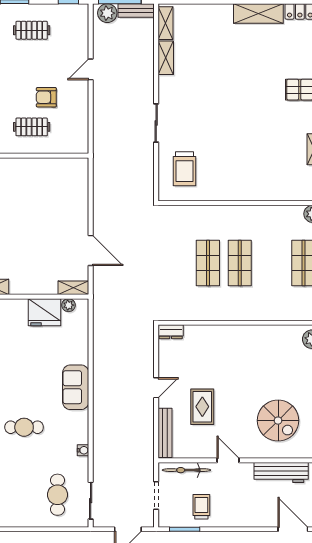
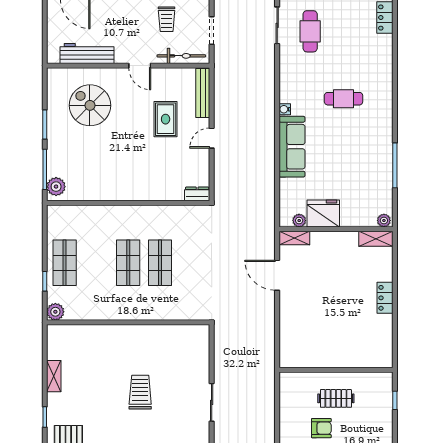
trolley: (185, 169) -> (140, 392), moved
sofa: (76, 387) -> (292, 147), width x1.36
water cooler: (83, 450) -> (285, 109), moved

